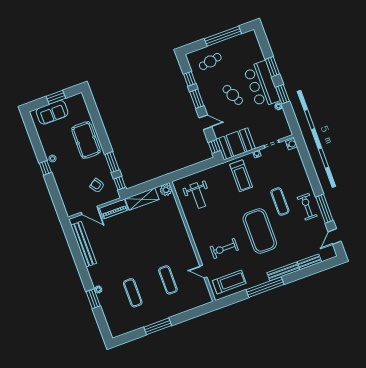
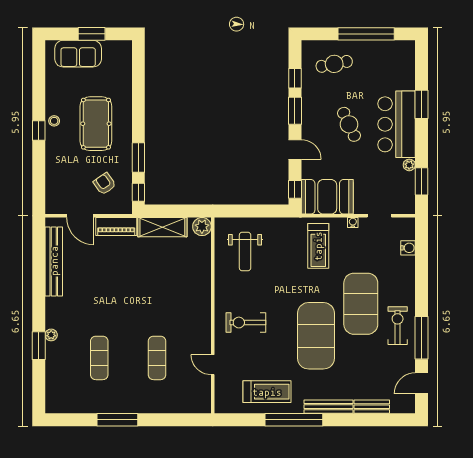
window: (283, 94) -> (421, 181), moved
pool table: (86, 140) -> (96, 124), moved
water cooler: (291, 144) -> (408, 248), moved
exercise mat: (280, 202) -> (361, 304), width x2.00, depth x1.45
exercise bike: (224, 248) -> (246, 323), moved
treadmill: (229, 282) -> (267, 392), moved

